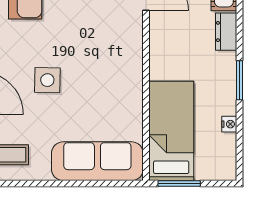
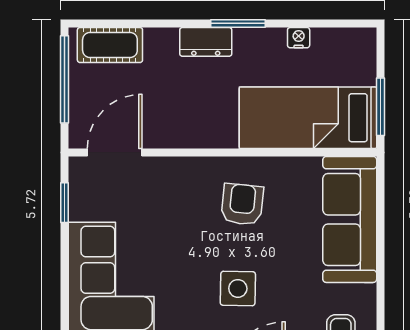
dresser: (226, 32) -> (206, 42), moved
armchair: (108, 83) -> (242, 204), added

